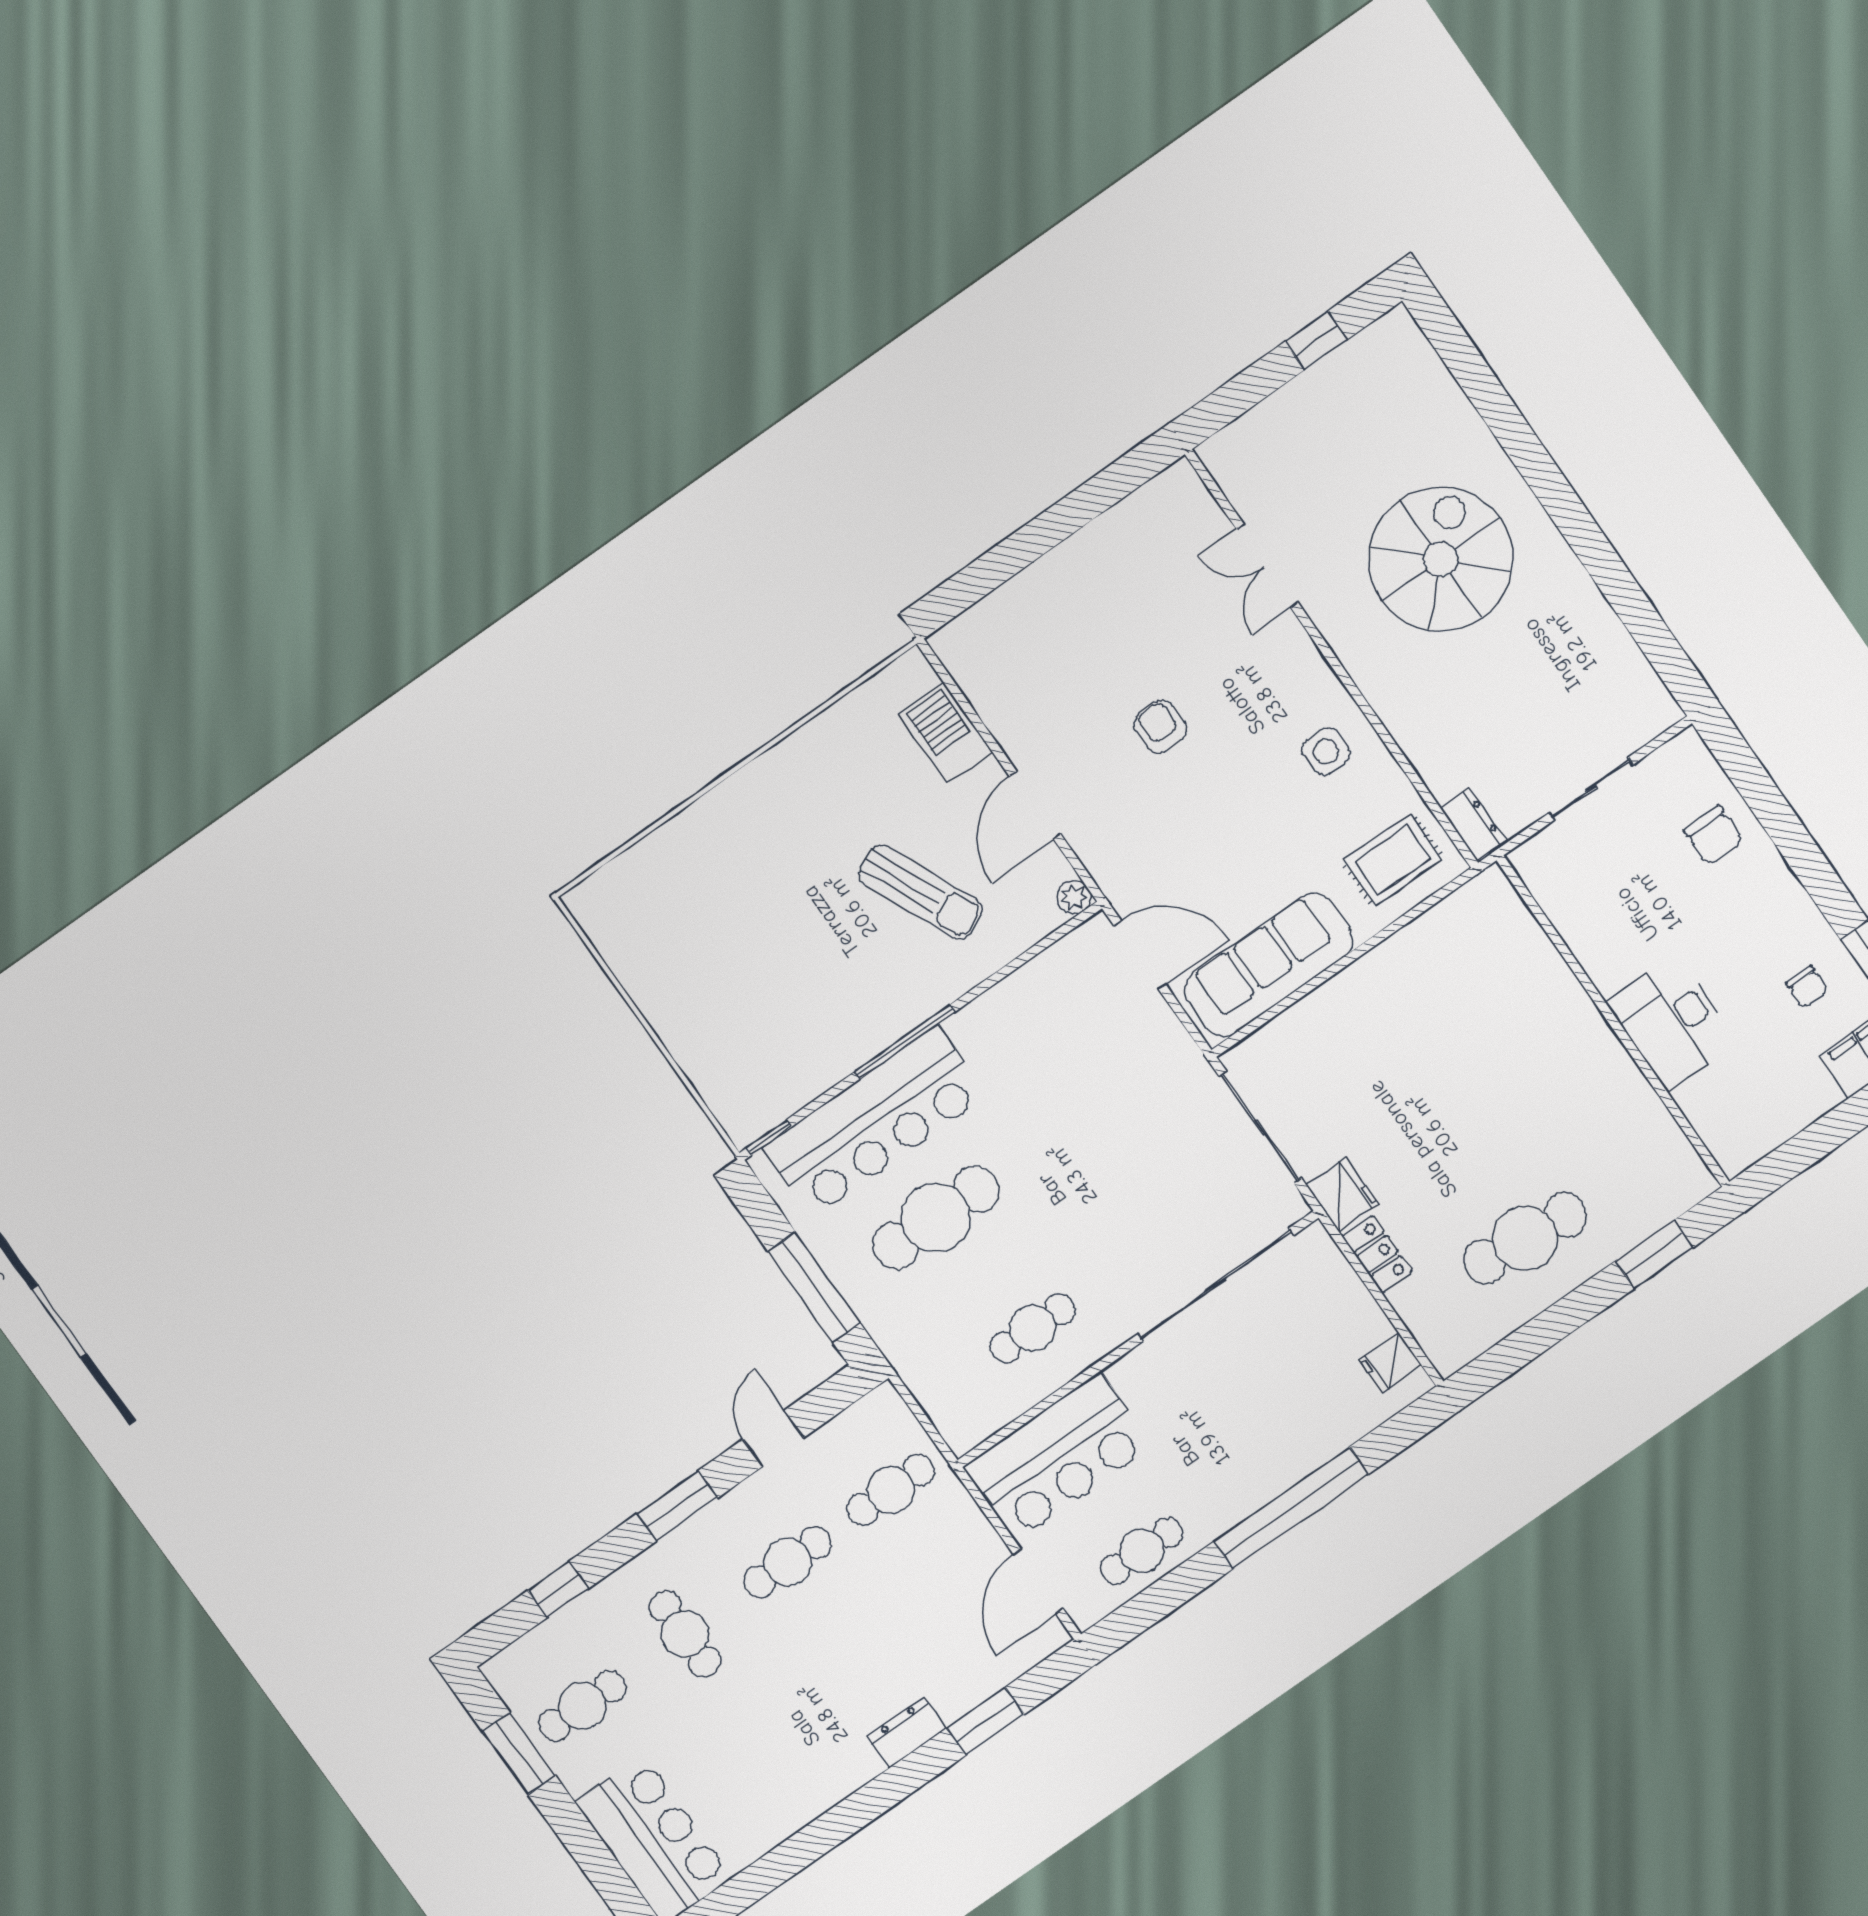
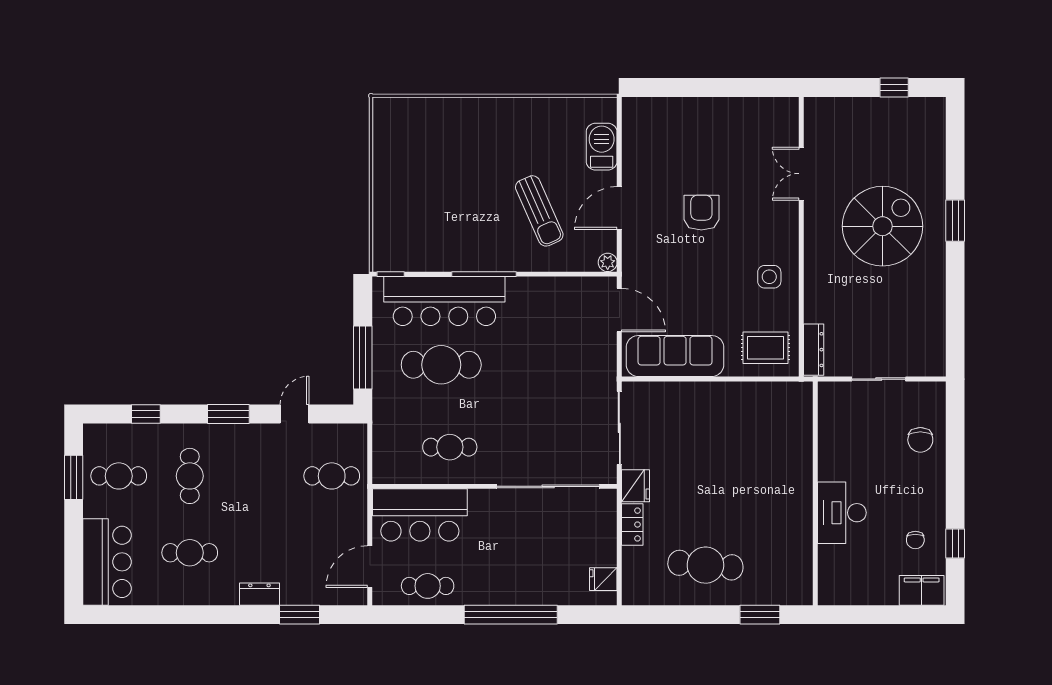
window: (1542, 475) -> (955, 221), added
armchair: (1160, 727) -> (701, 213), width x1.38, depth x1.38
dresser: (1473, 824) -> (814, 350), width x1.44
cafe table: (788, 1562) -> (190, 553), moved

